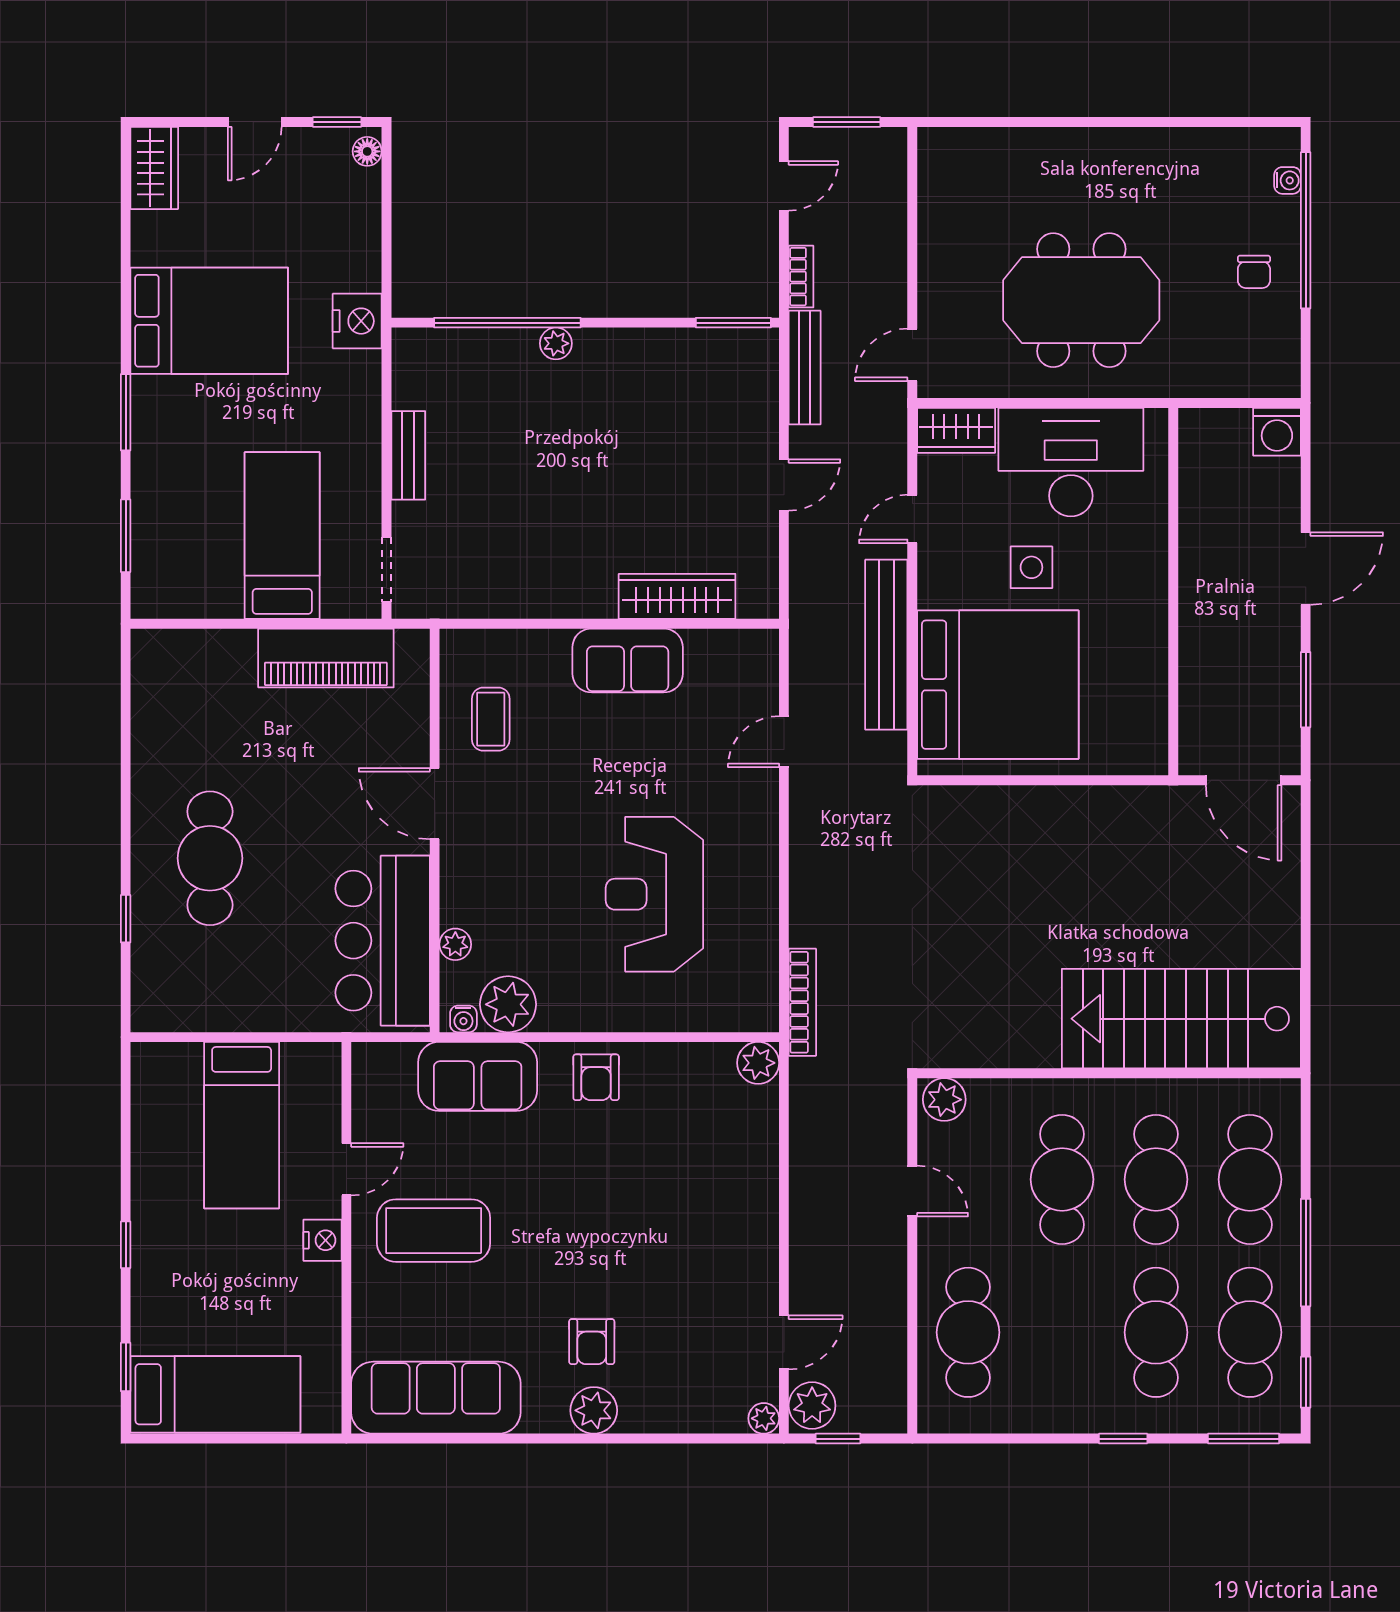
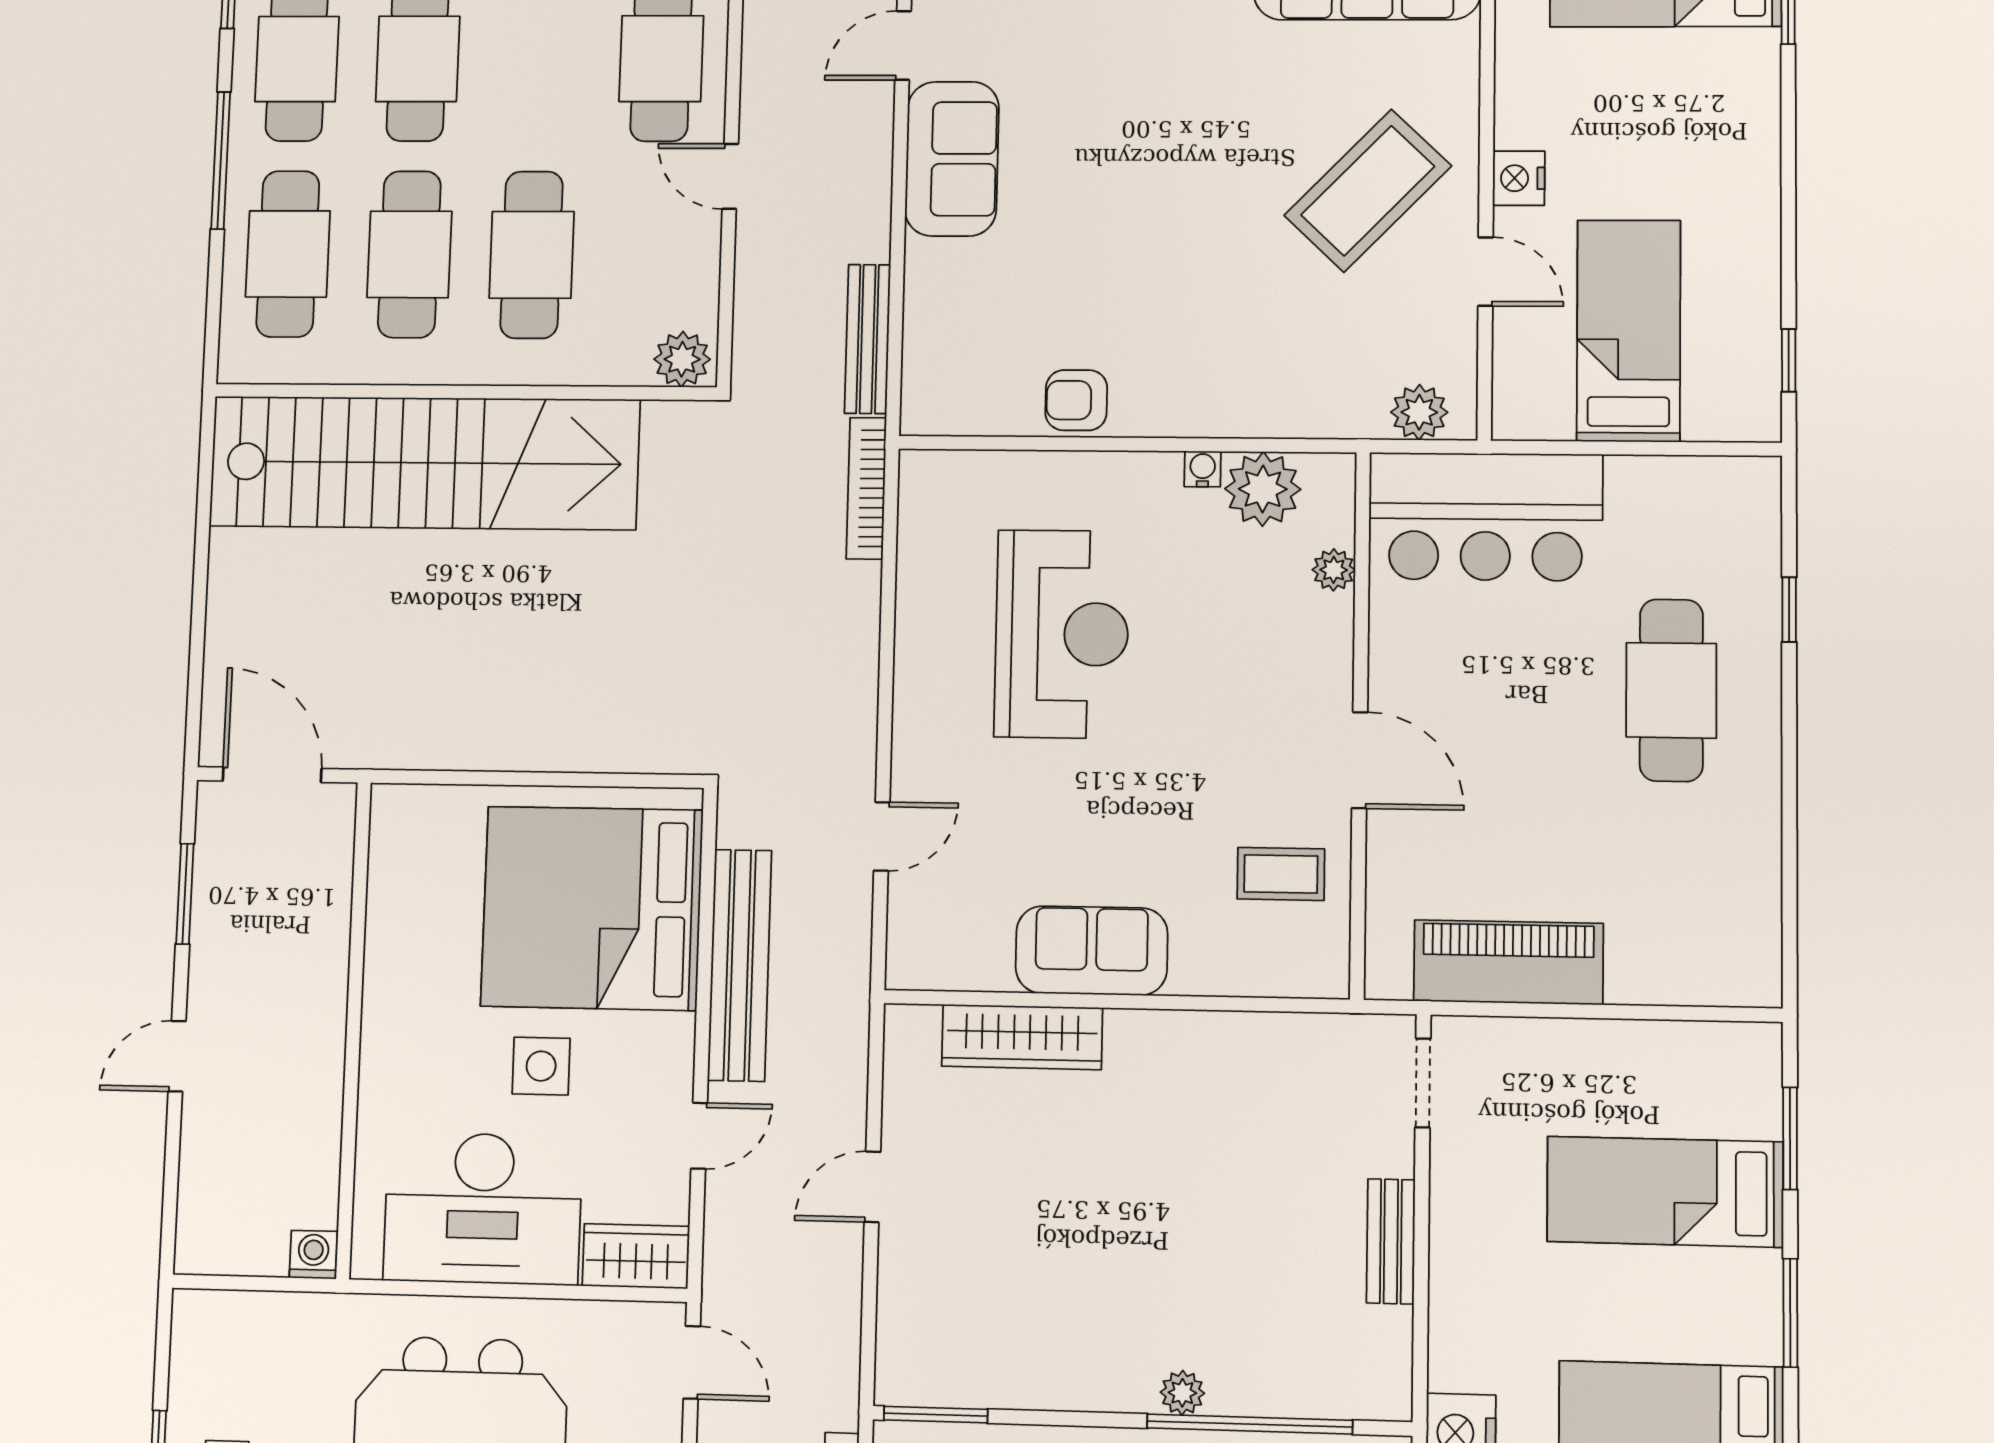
door: (912, 355) -> (692, 1362), hinge flipped
bench: (805, 368) -> (868, 339), moved
washing machine: (1277, 432) -> (313, 1255), moved, width x0.73, depth x0.73
bed: (282, 536) -> (1665, 1192), moved, turned 90
door: (1306, 569) -> (177, 1056), width x0.73
coffee table: (491, 719) -> (1281, 874), turned 90
bar counter: (383, 941) -> (1486, 517), moved, turned 90
water cooler: (463, 1019) -> (1203, 469), moved
stairs: (1181, 1019) -> (424, 463), width x1.36
plant: (758, 1063) -> (1419, 412), moved
sofa: (478, 1076) -> (952, 159), moved, turned 90
armchair: (596, 1077) -> (1076, 400), moved, turned -90
door: (346, 1169) -> (1485, 272), swing flipped
door: (912, 1191) -> (730, 176), moved
coffee table: (434, 1231) -> (1368, 191), turned -46
window: (126, 1245) -> (1789, 360), moved
armchair: (592, 1342) -> (1158, 46), removed

